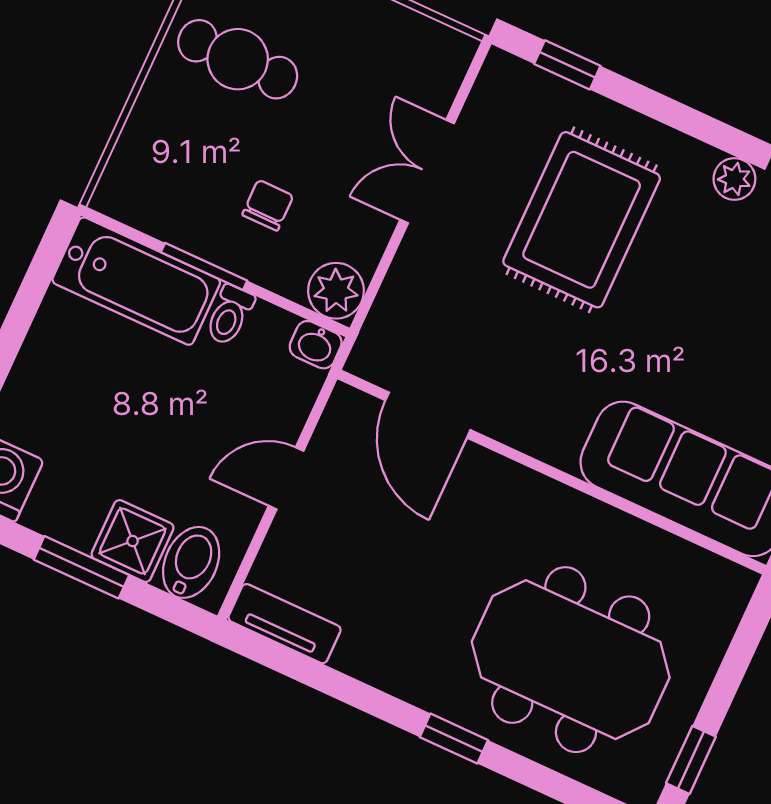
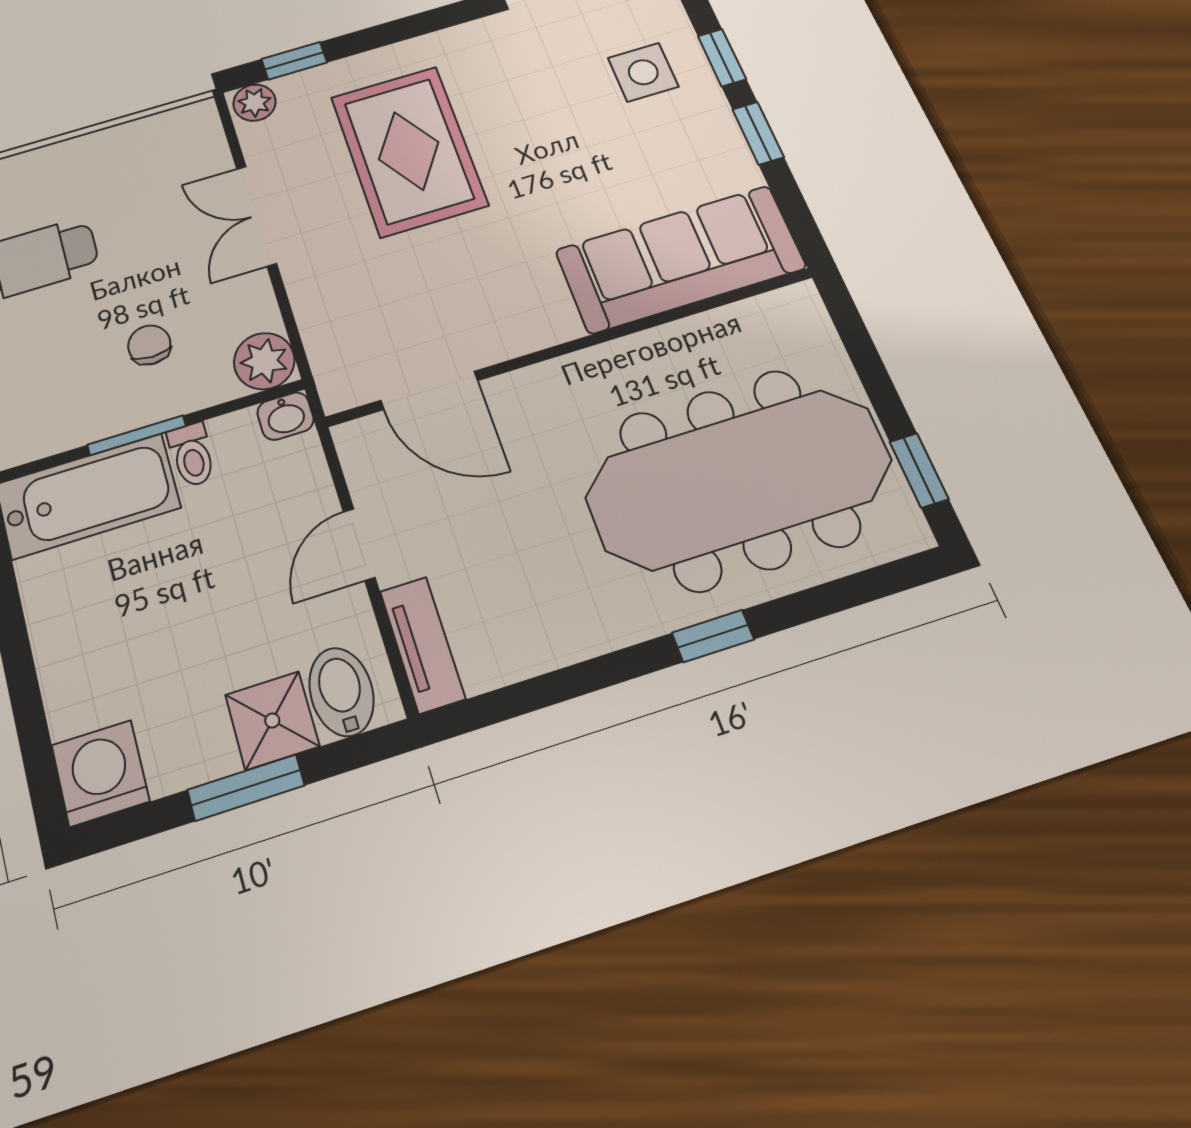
plant: (734, 179) -> (255, 103), moved
tv unit: (285, 624) -> (422, 645), moved, turned 90
meeting table: (571, 660) -> (738, 479), width x1.36

